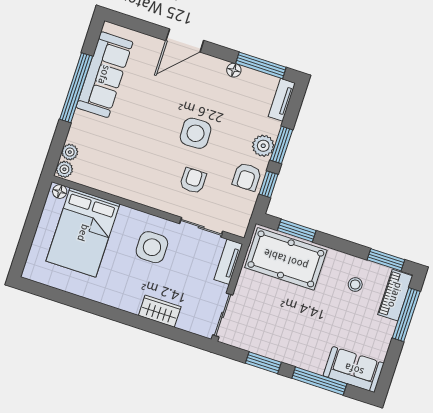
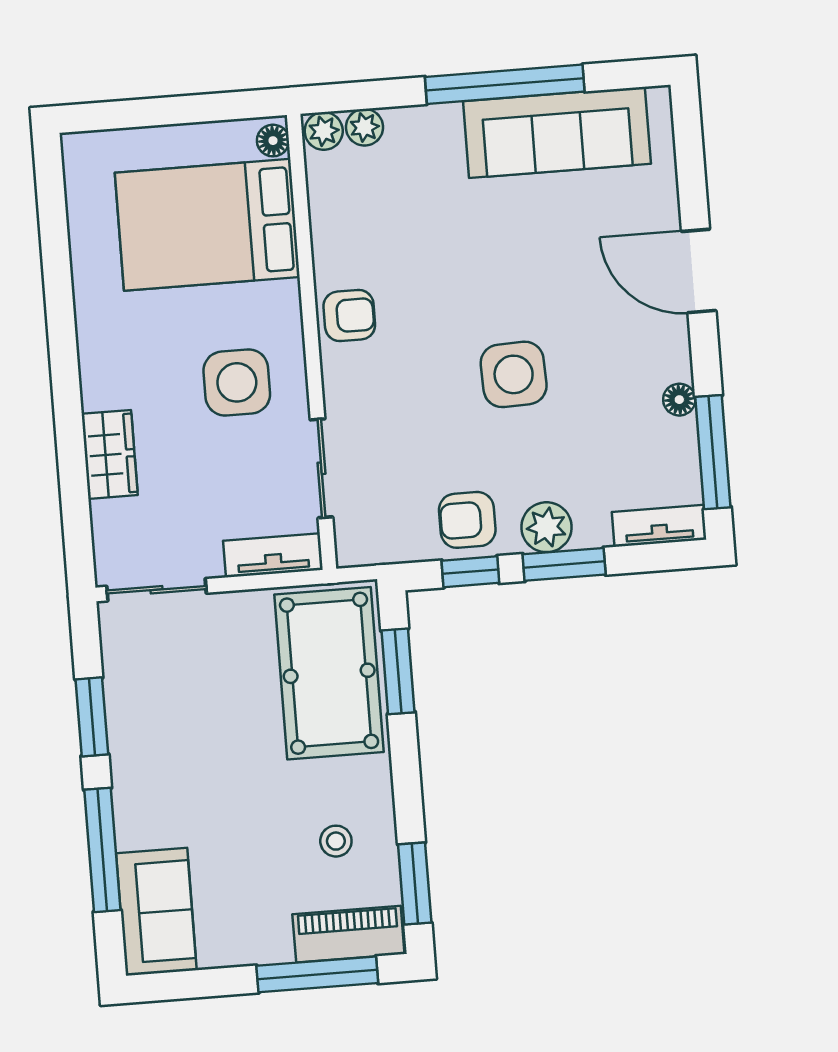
armchair: (193, 181) -> (349, 315), moved

